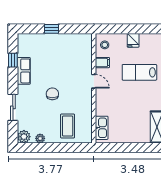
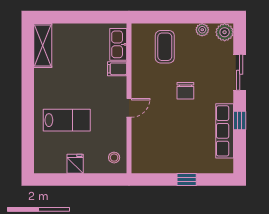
window: (13, 60) -> (240, 120), moved
filing cabinet: (102, 63) -> (117, 69), moved
row of seats: (24, 71) -> (225, 131), width x1.48
door: (94, 81) -> (129, 108), swing flipped

